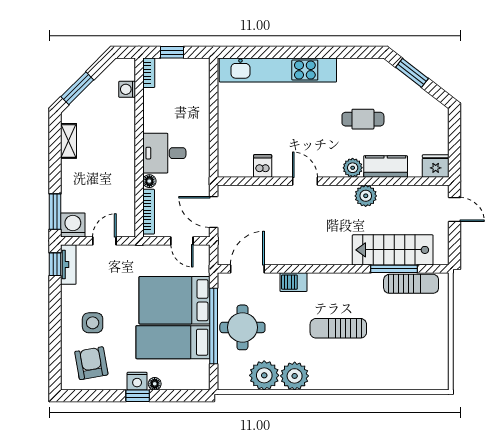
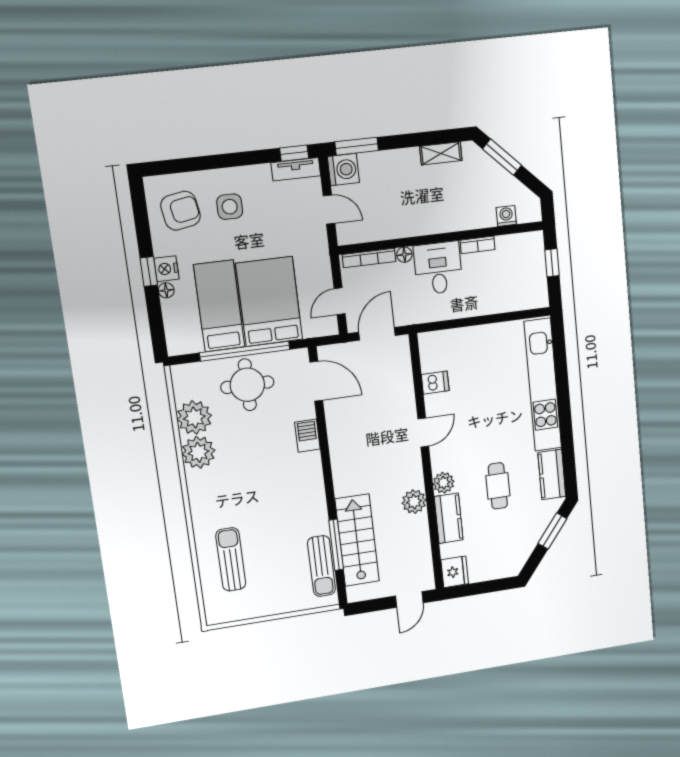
kitchen counter: (360, 69) -> (552, 475), added
bookcase: (149, 73) -> (477, 245), moved
sun lounger: (338, 328) -> (231, 559), moved

